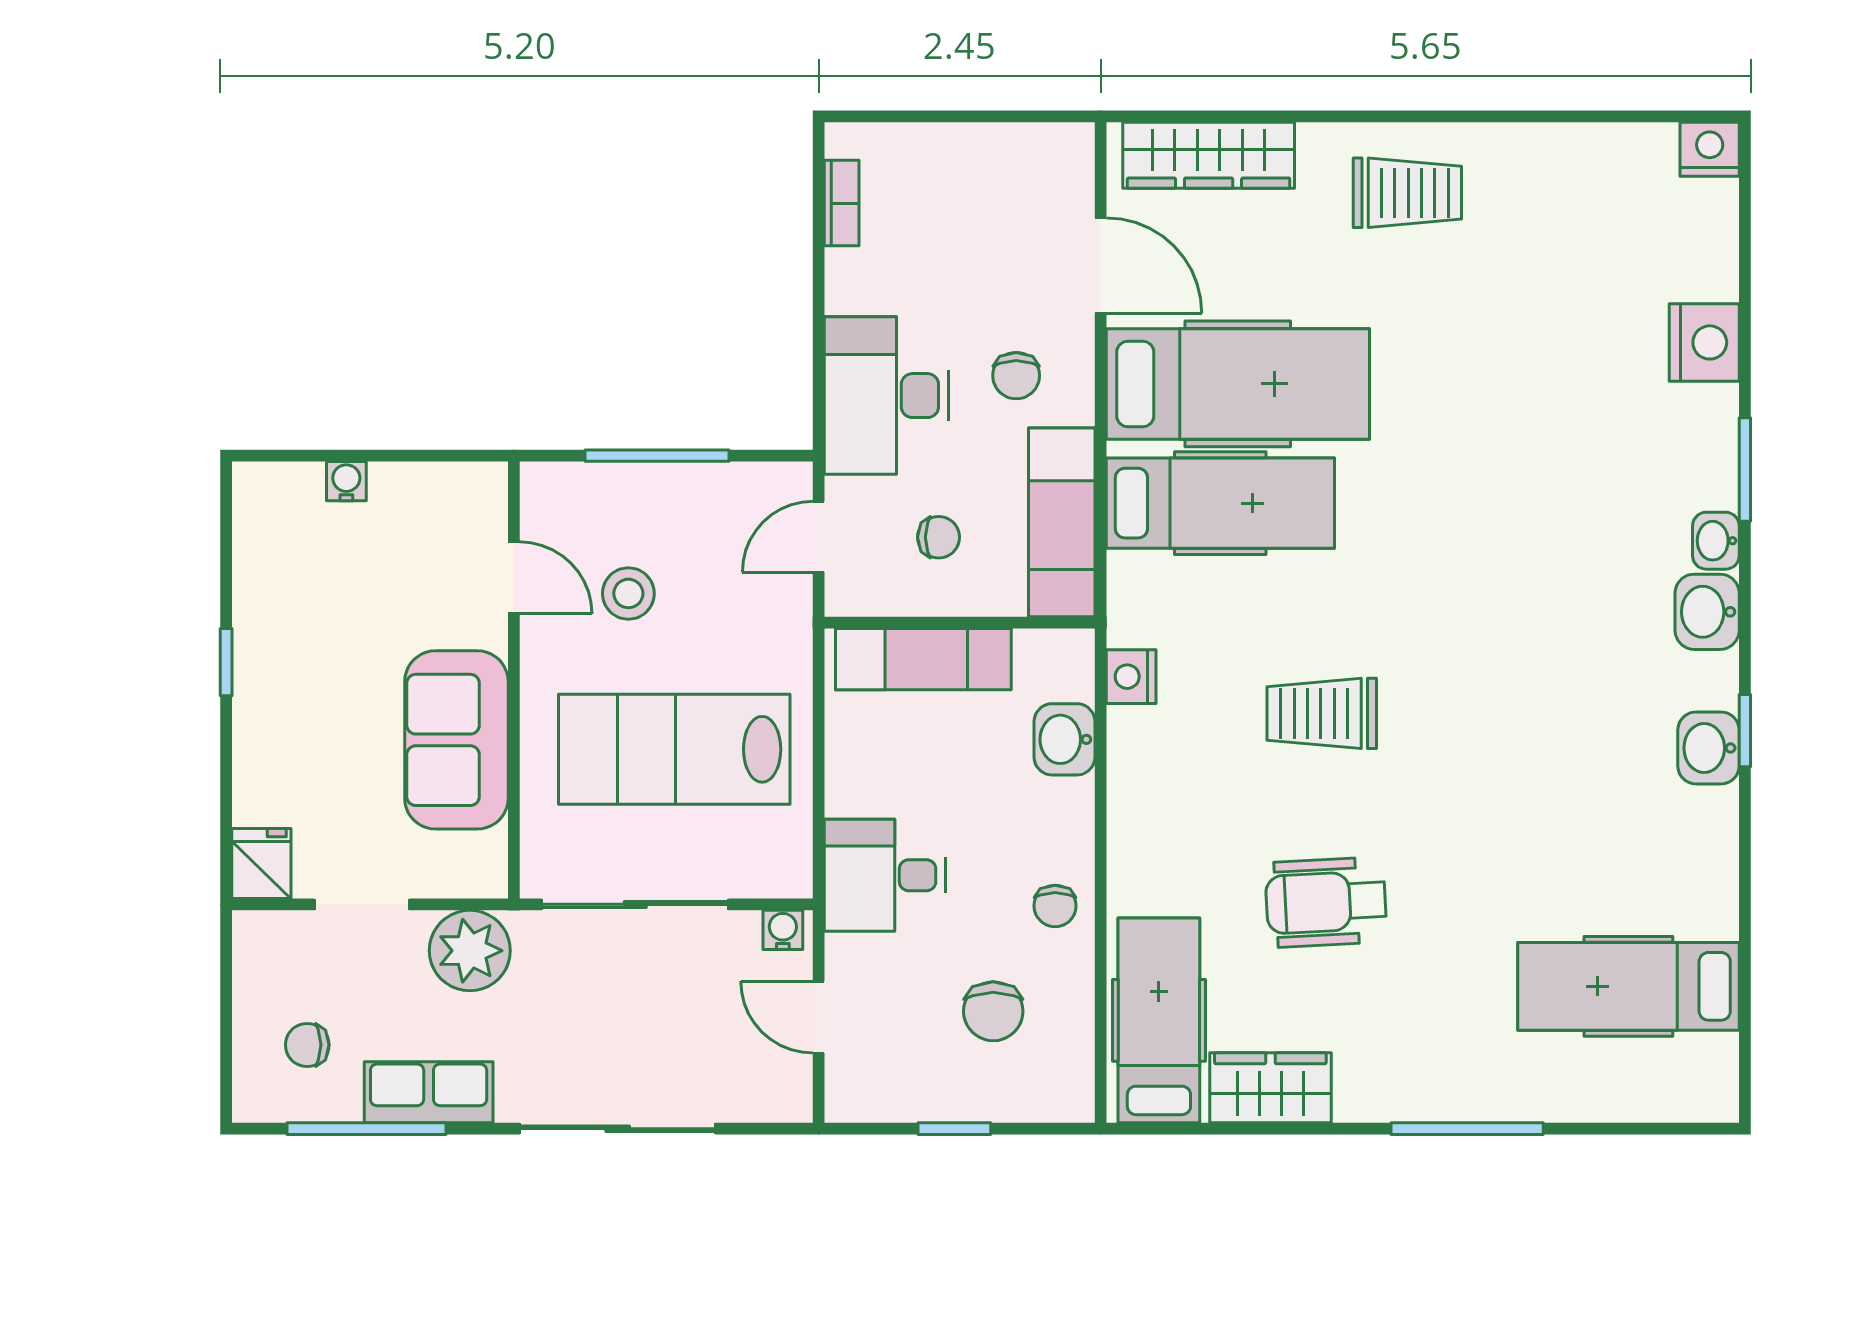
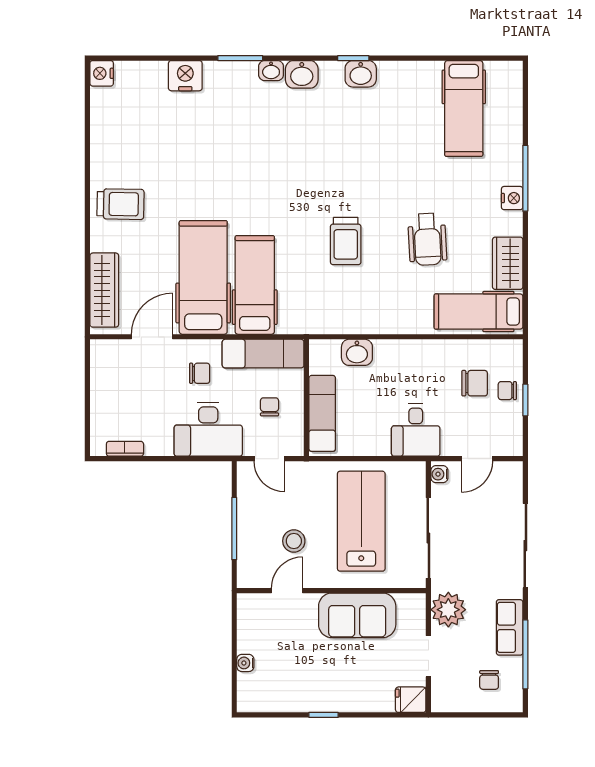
trolley: (1407, 193) -> (120, 204), turned 91
nightstand: (1131, 677) -> (512, 198), moved, turned -90
lab bench: (674, 749) -> (361, 521), turned 180
chair: (1055, 906) -> (507, 391), moved, turned 180

